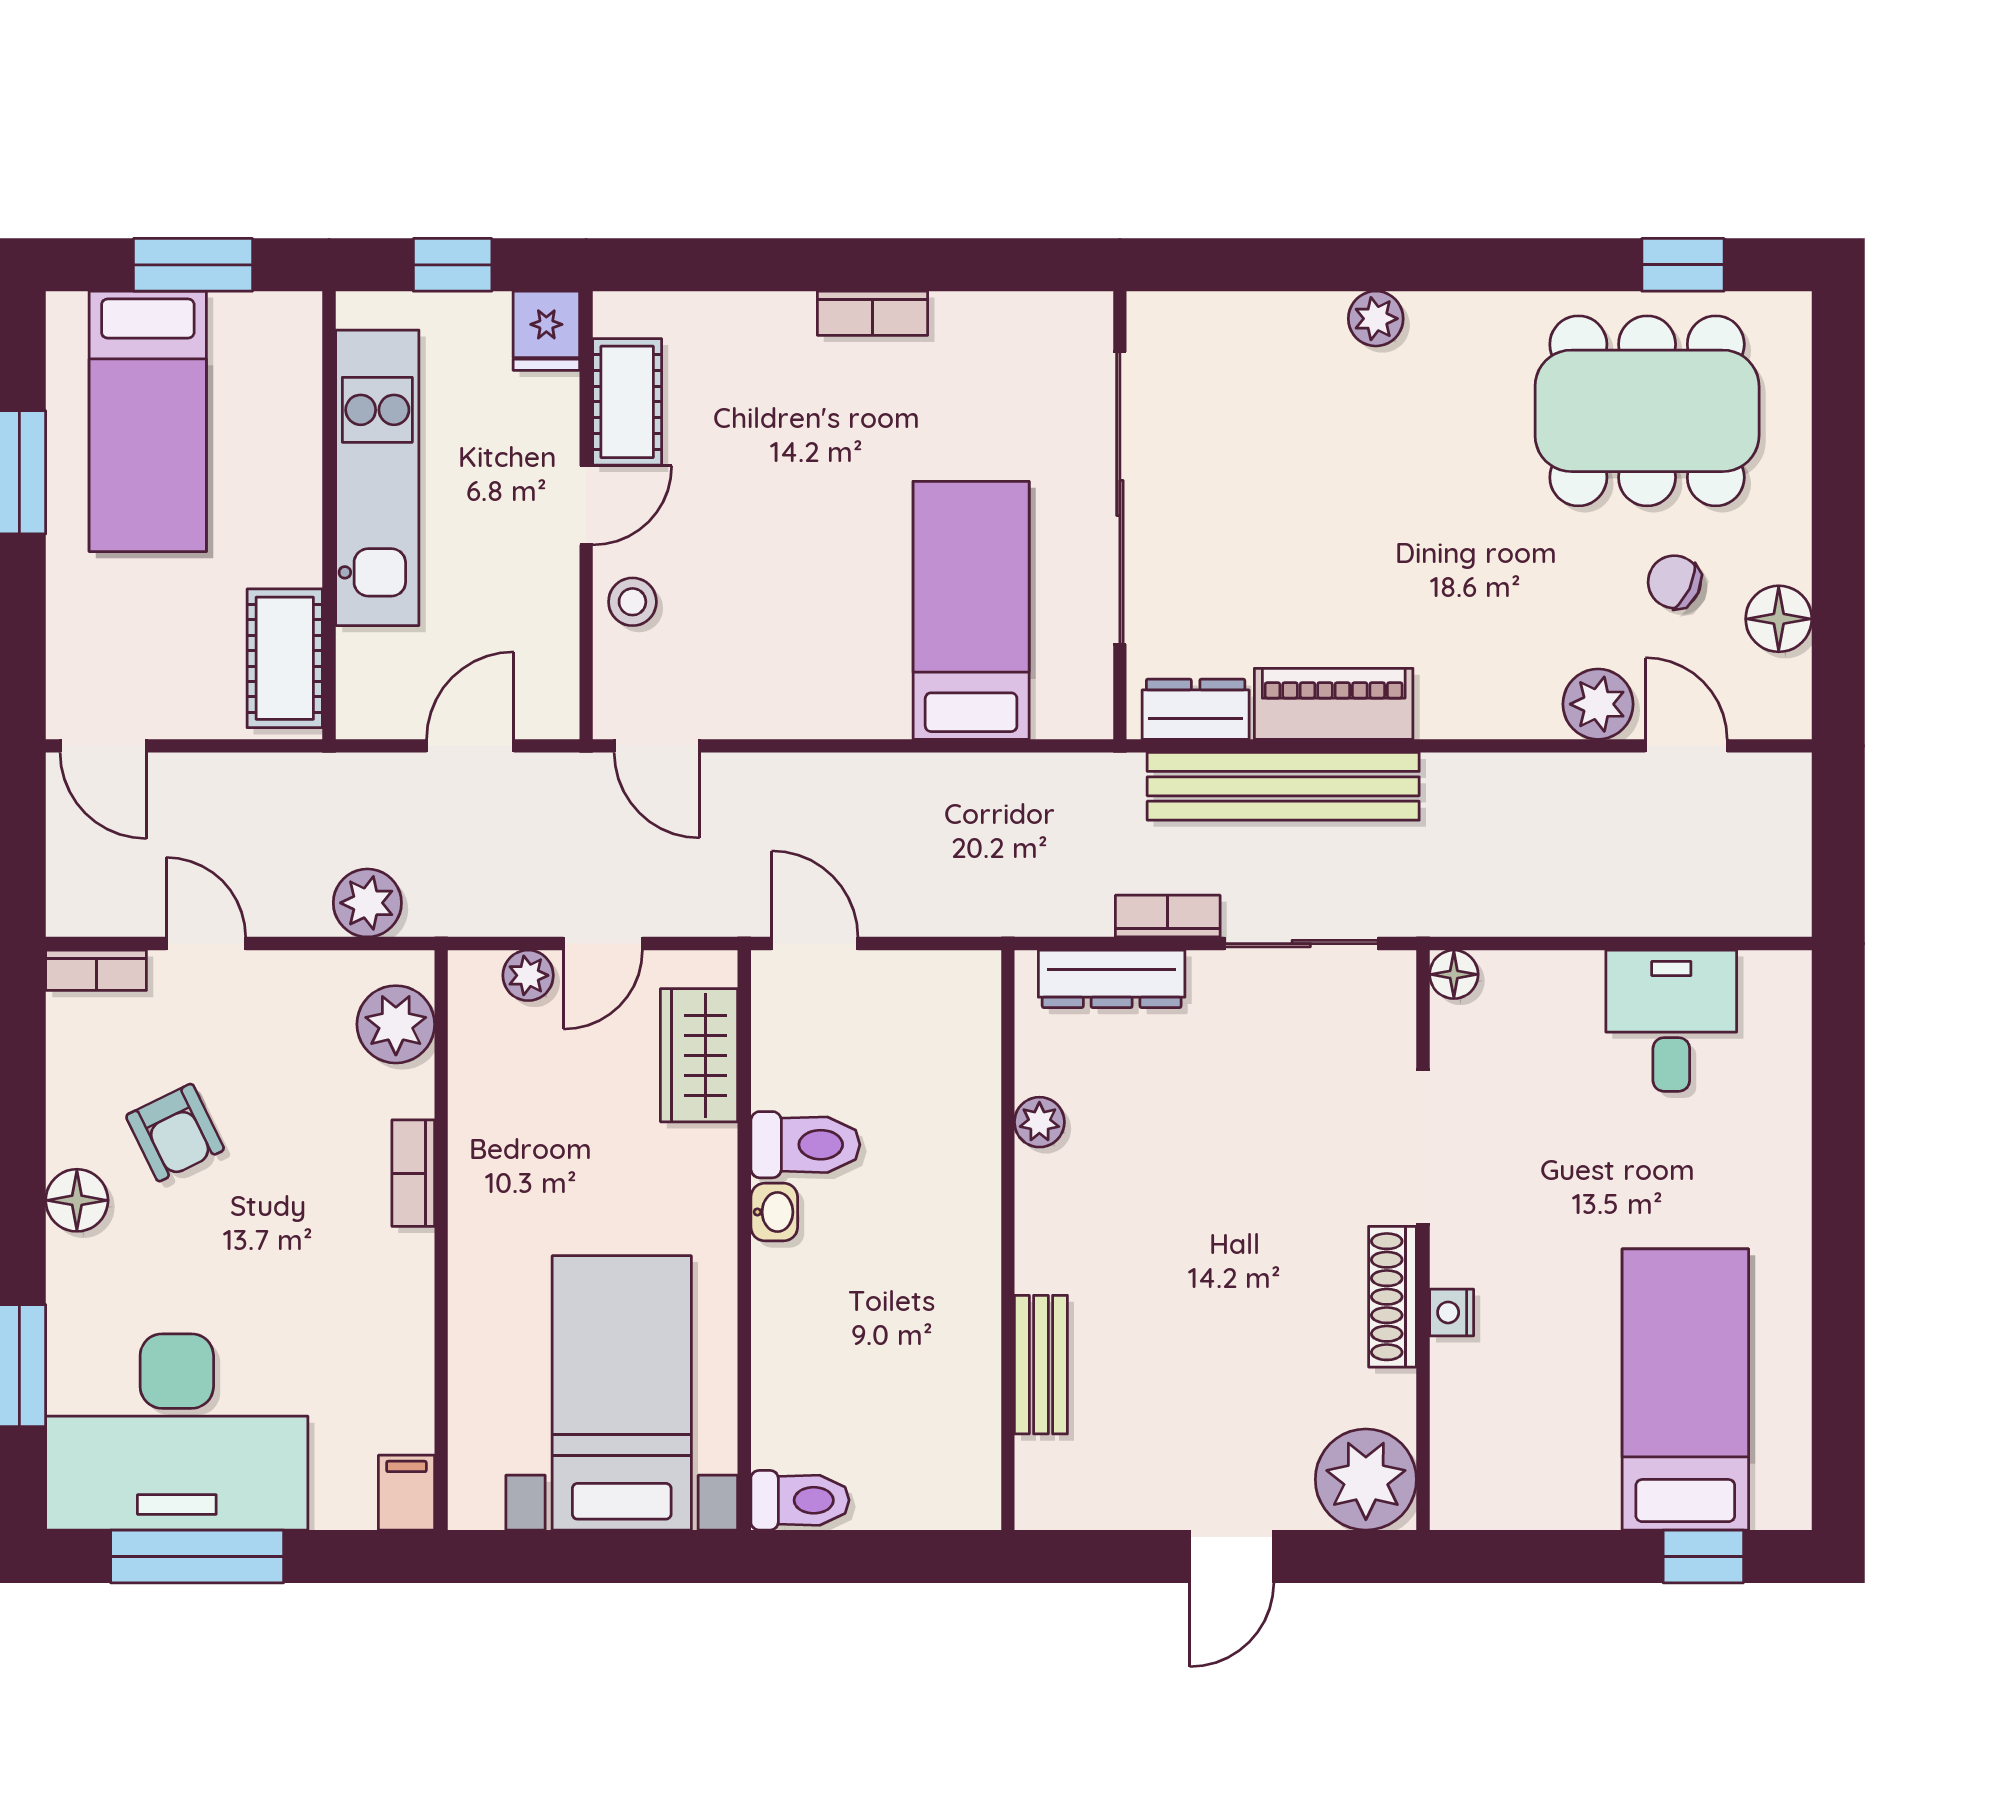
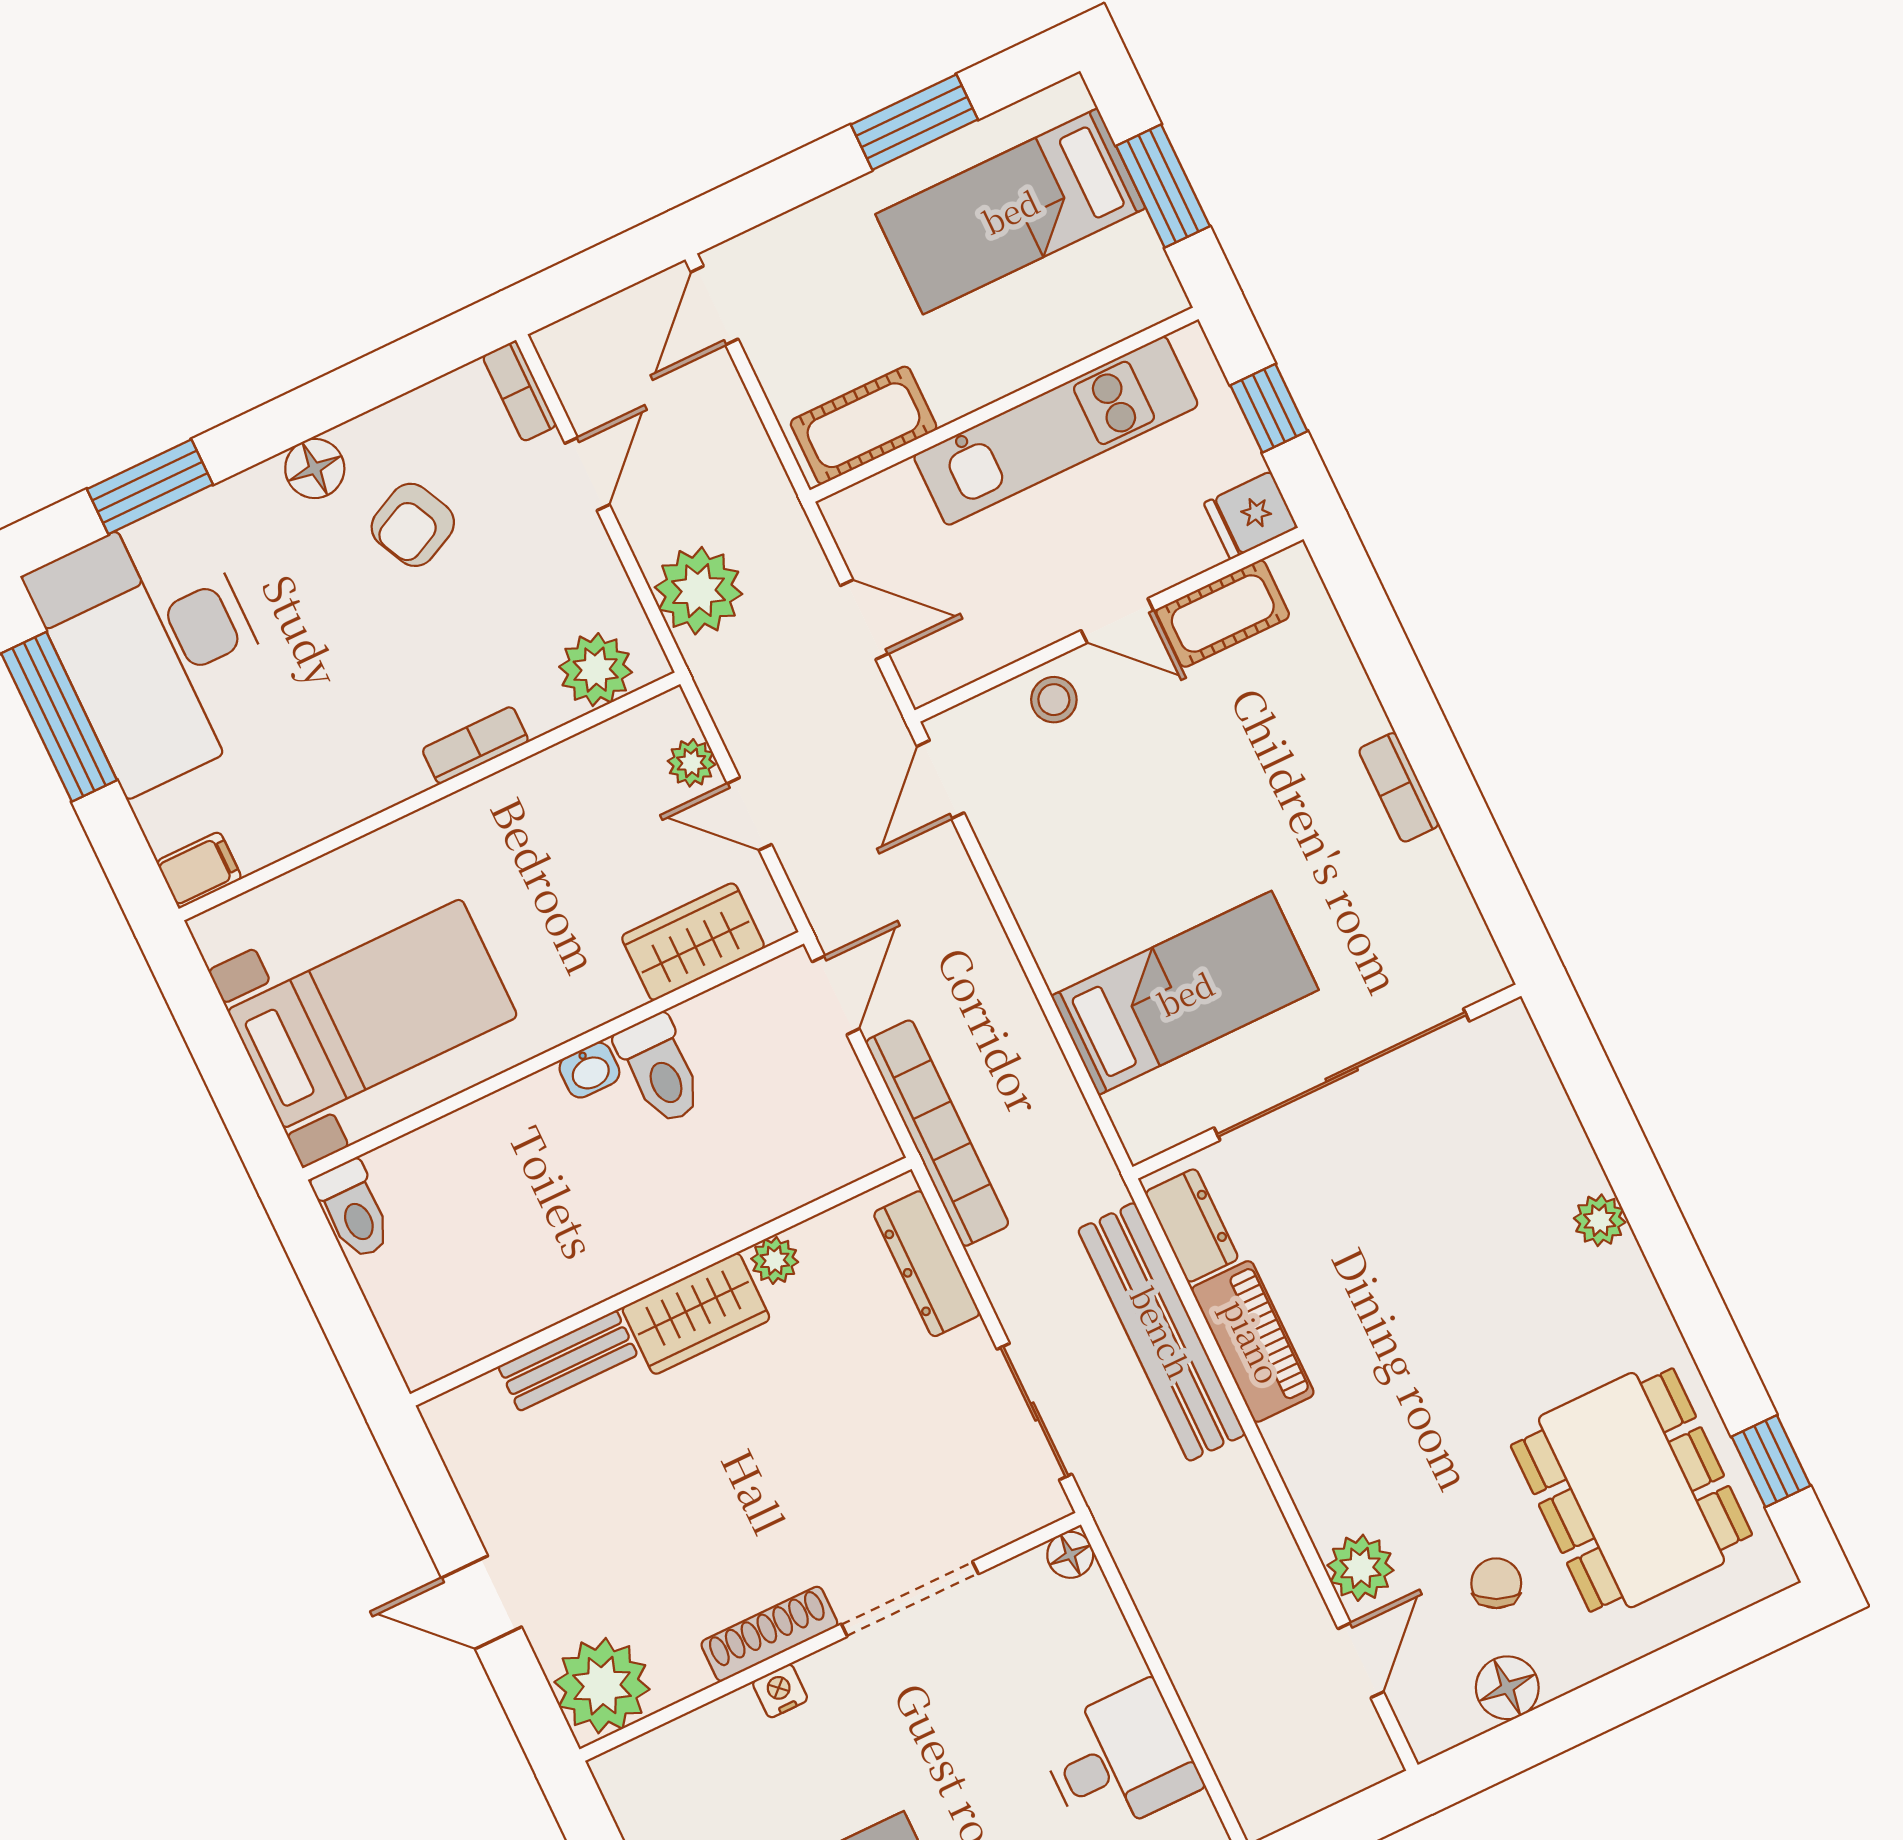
plant: (367, 903) -> (699, 591), width x1.36, depth x1.36
bookcase: (1168, 916) -> (937, 1133), moved, width x2.31, depth x1.31
wardrobe: (1054, 1221) -> (696, 1314), added

